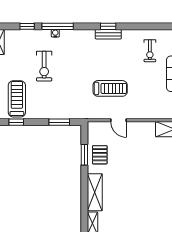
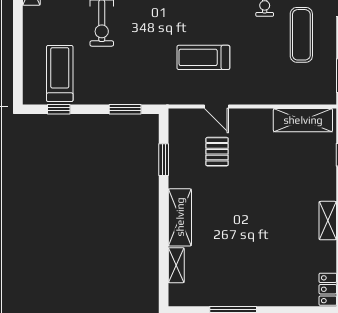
treadmill: (110, 88) -> (203, 57), turned 180
pallet: (100, 155) -> (217, 152), moved

